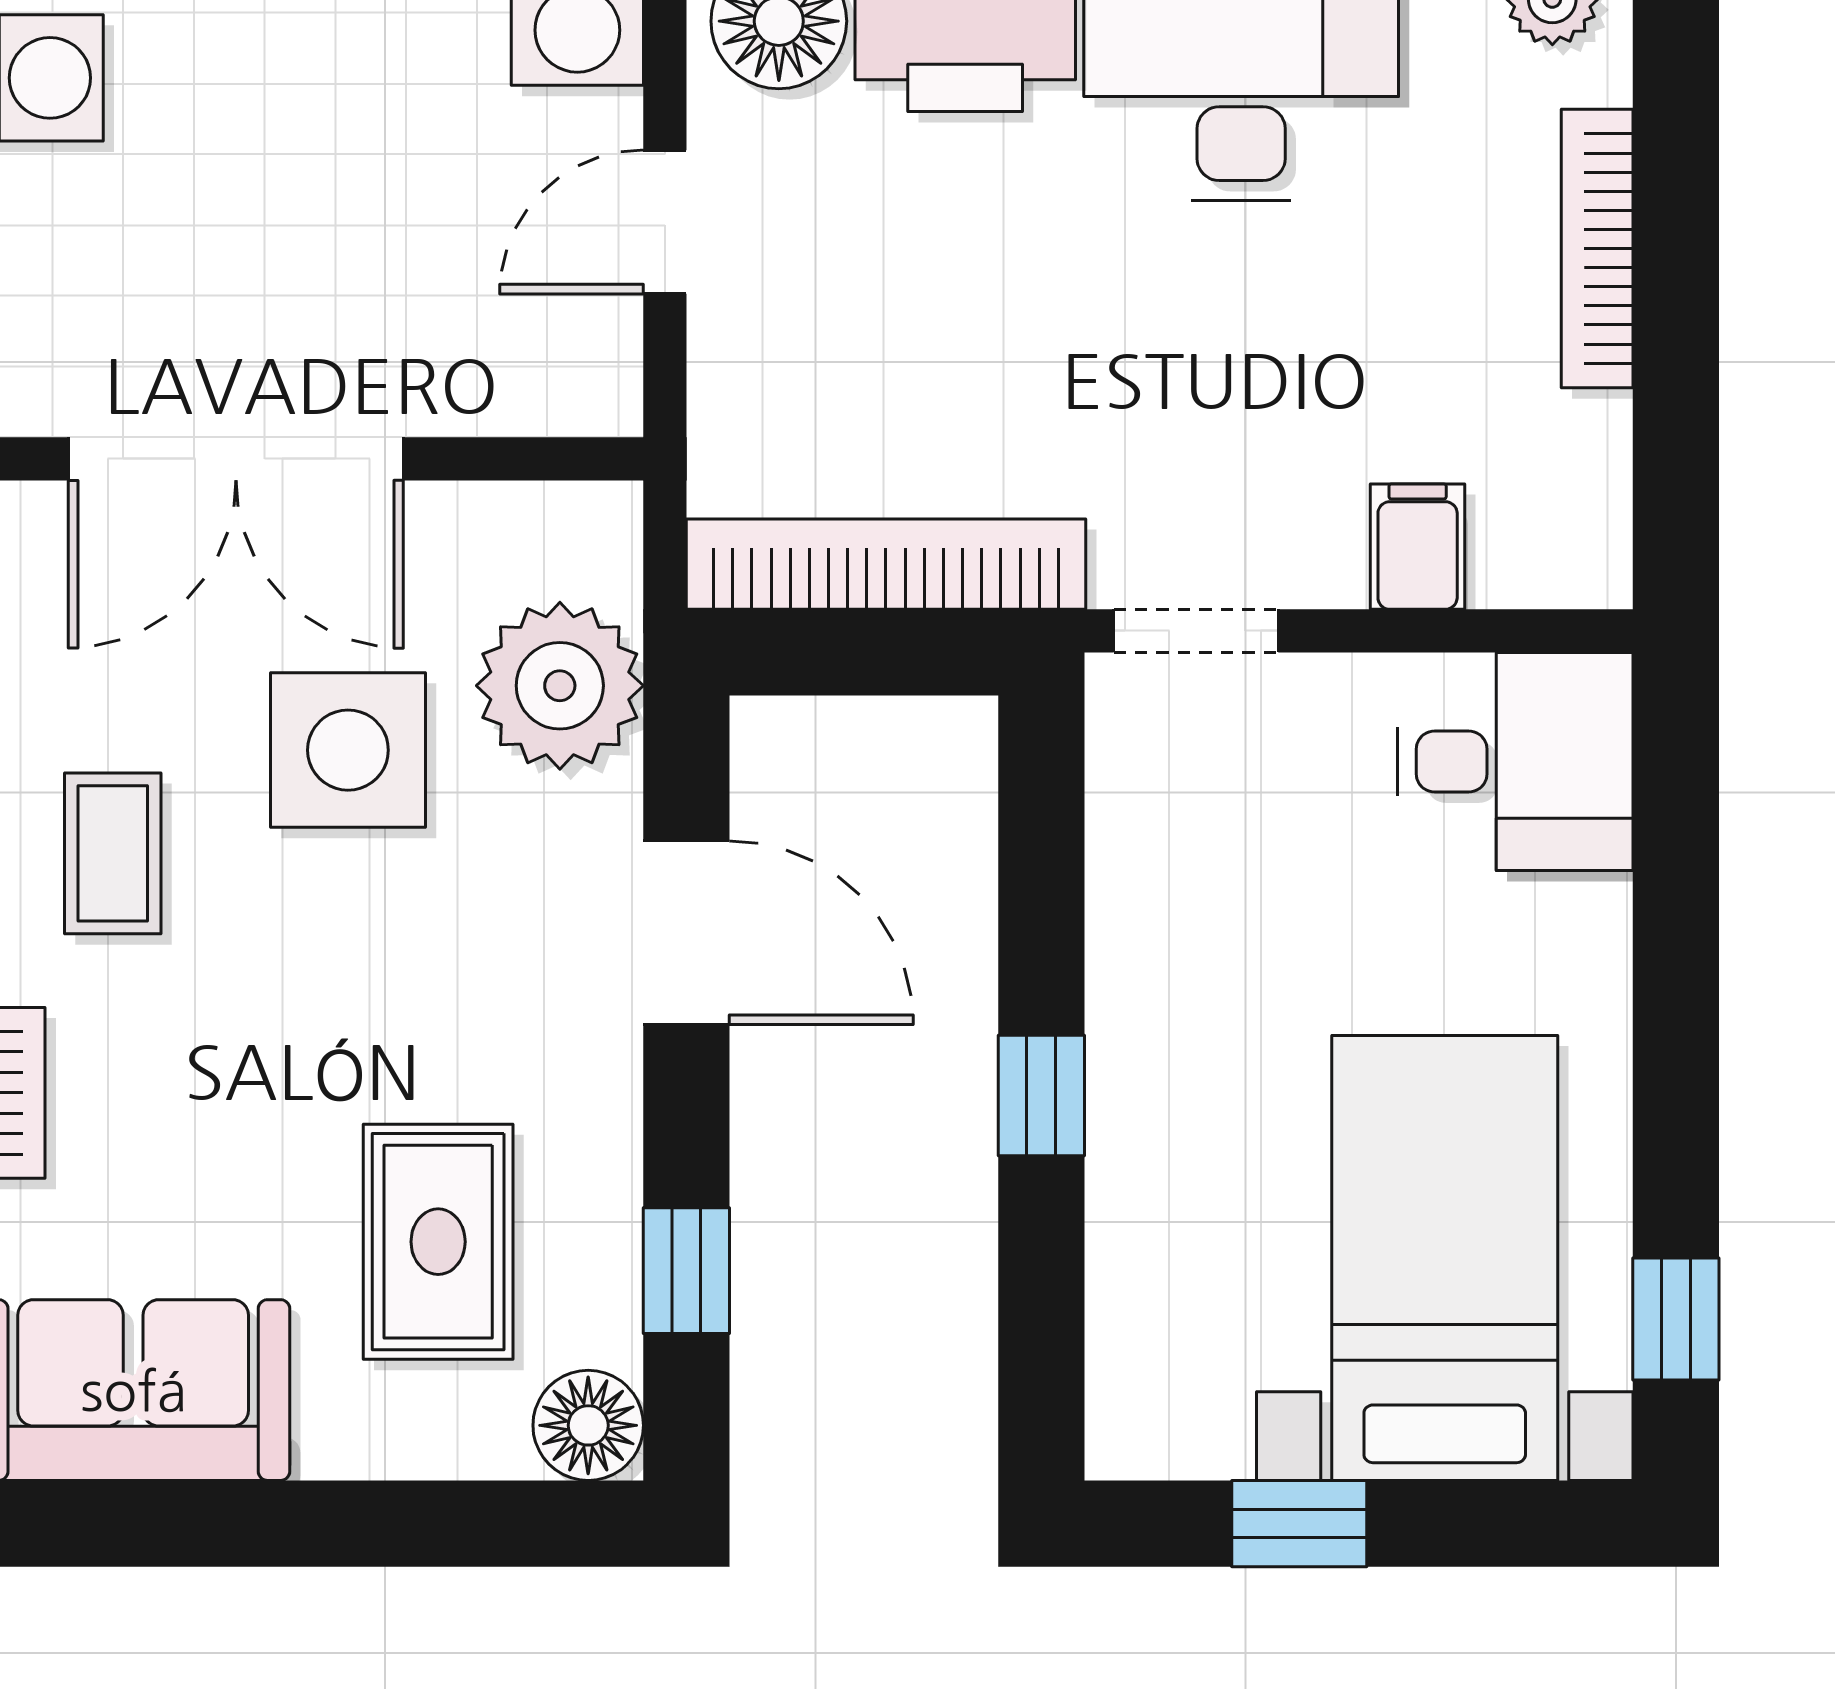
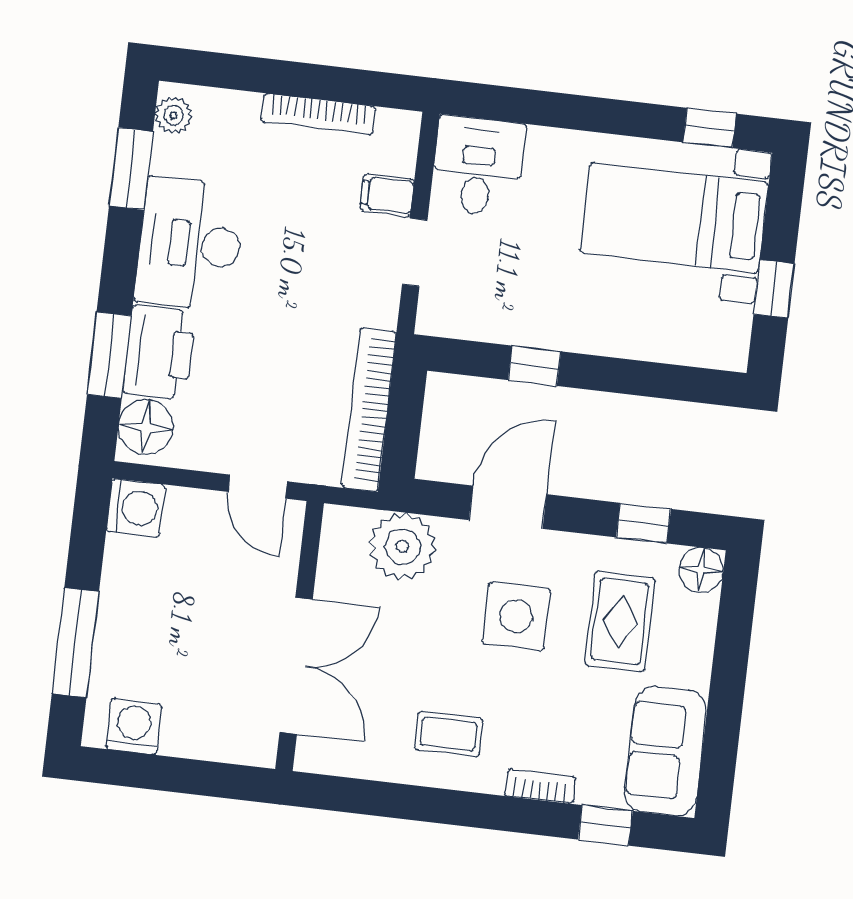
door: (665, 222) -> (258, 487), moved
bookcase: (1597, 249) -> (318, 114), moved
doorway: (1196, 631) -> (415, 252), moved
side table: (348, 750) -> (516, 616), moved
window: (1041, 1095) -> (534, 366), moved
rug: (438, 1242) -> (620, 622), turned 90

